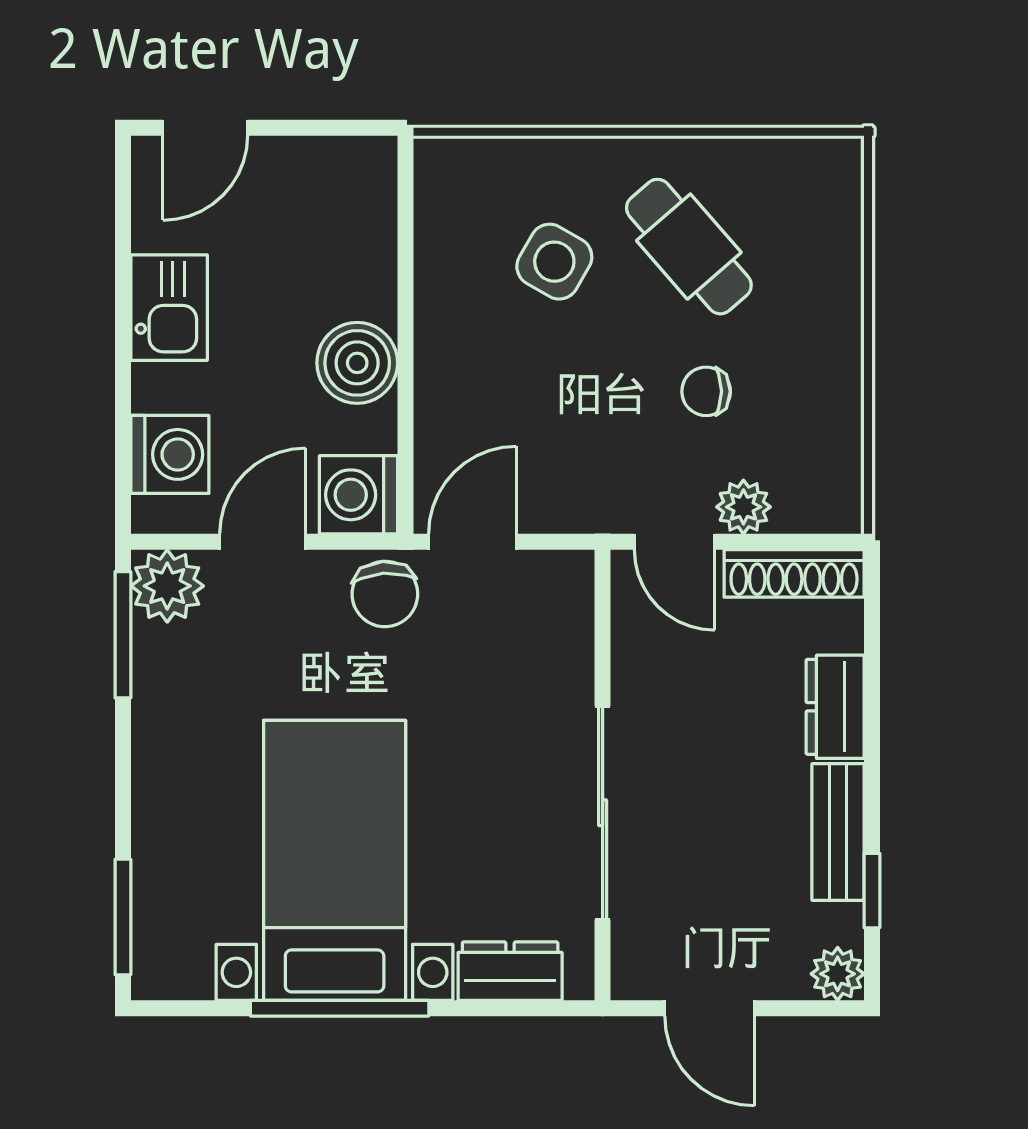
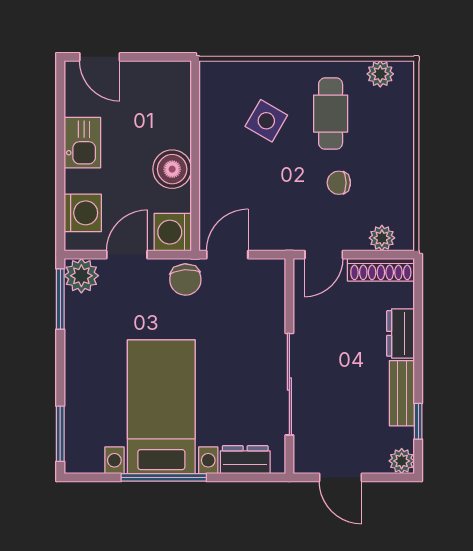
door: (205, 128) -> (100, 57), hinge flipped
plant: (793, 164) -> (380, 74), added
cafe table: (689, 247) -> (331, 114), turned 41
plant: (743, 507) -> (382, 238), moved
door: (675, 542) -> (324, 255), hinge flipped

